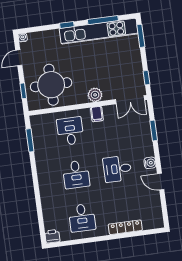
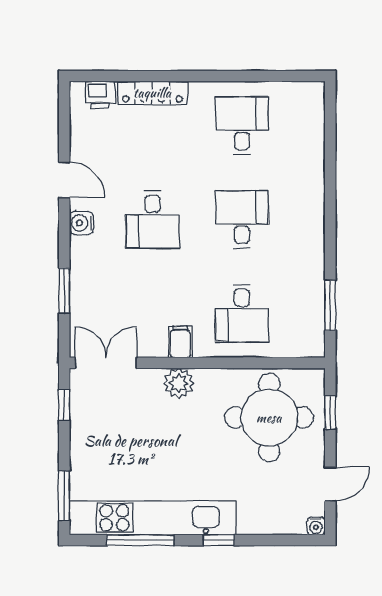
desk: (117, 169) -> (153, 219), turned 90
printer: (52, 236) -> (100, 95), moved

